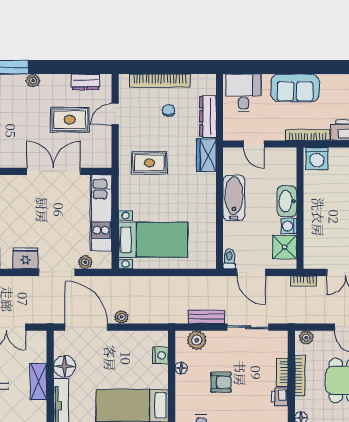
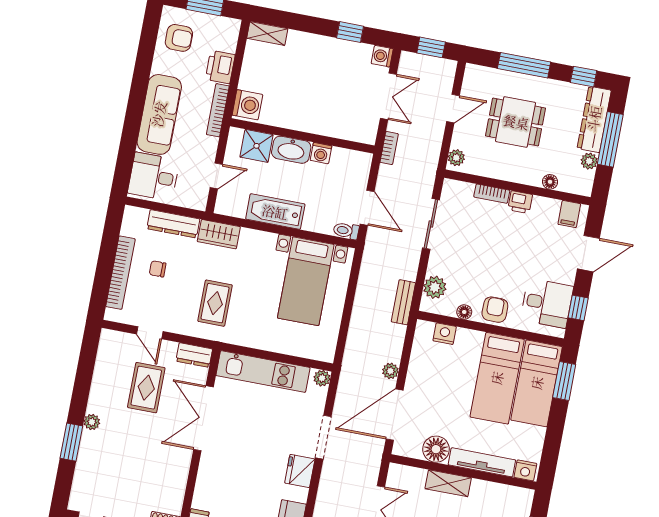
dresser: (85, 82) -> (194, 355), moved, turned 90
sofa: (295, 88) -> (159, 114), width x1.36
bed with nightstands: (153, 240) -> (306, 281), moved, turned 180
shower: (285, 247) -> (257, 146), moved
plant: (85, 262) -> (322, 378), moved
door: (251, 272) -> (367, 208), hinge flipped
bench: (206, 317) -> (403, 302), moved
bookcase: (300, 376) -> (500, 174), removed
armchair: (221, 382) -> (495, 310), moved

